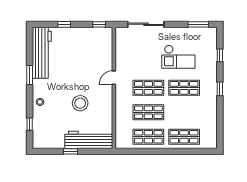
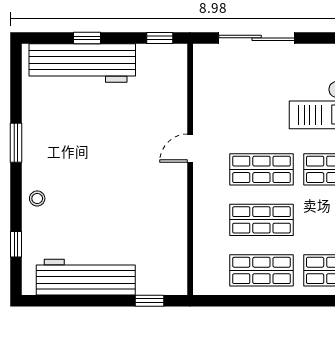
workbench: (42, 53) -> (82, 63), moved, turned 90
stool: (80, 103) -> (120, 201), removed
workbench: (89, 140) -> (86, 277), moved
window: (71, 151) -> (150, 301), moved

